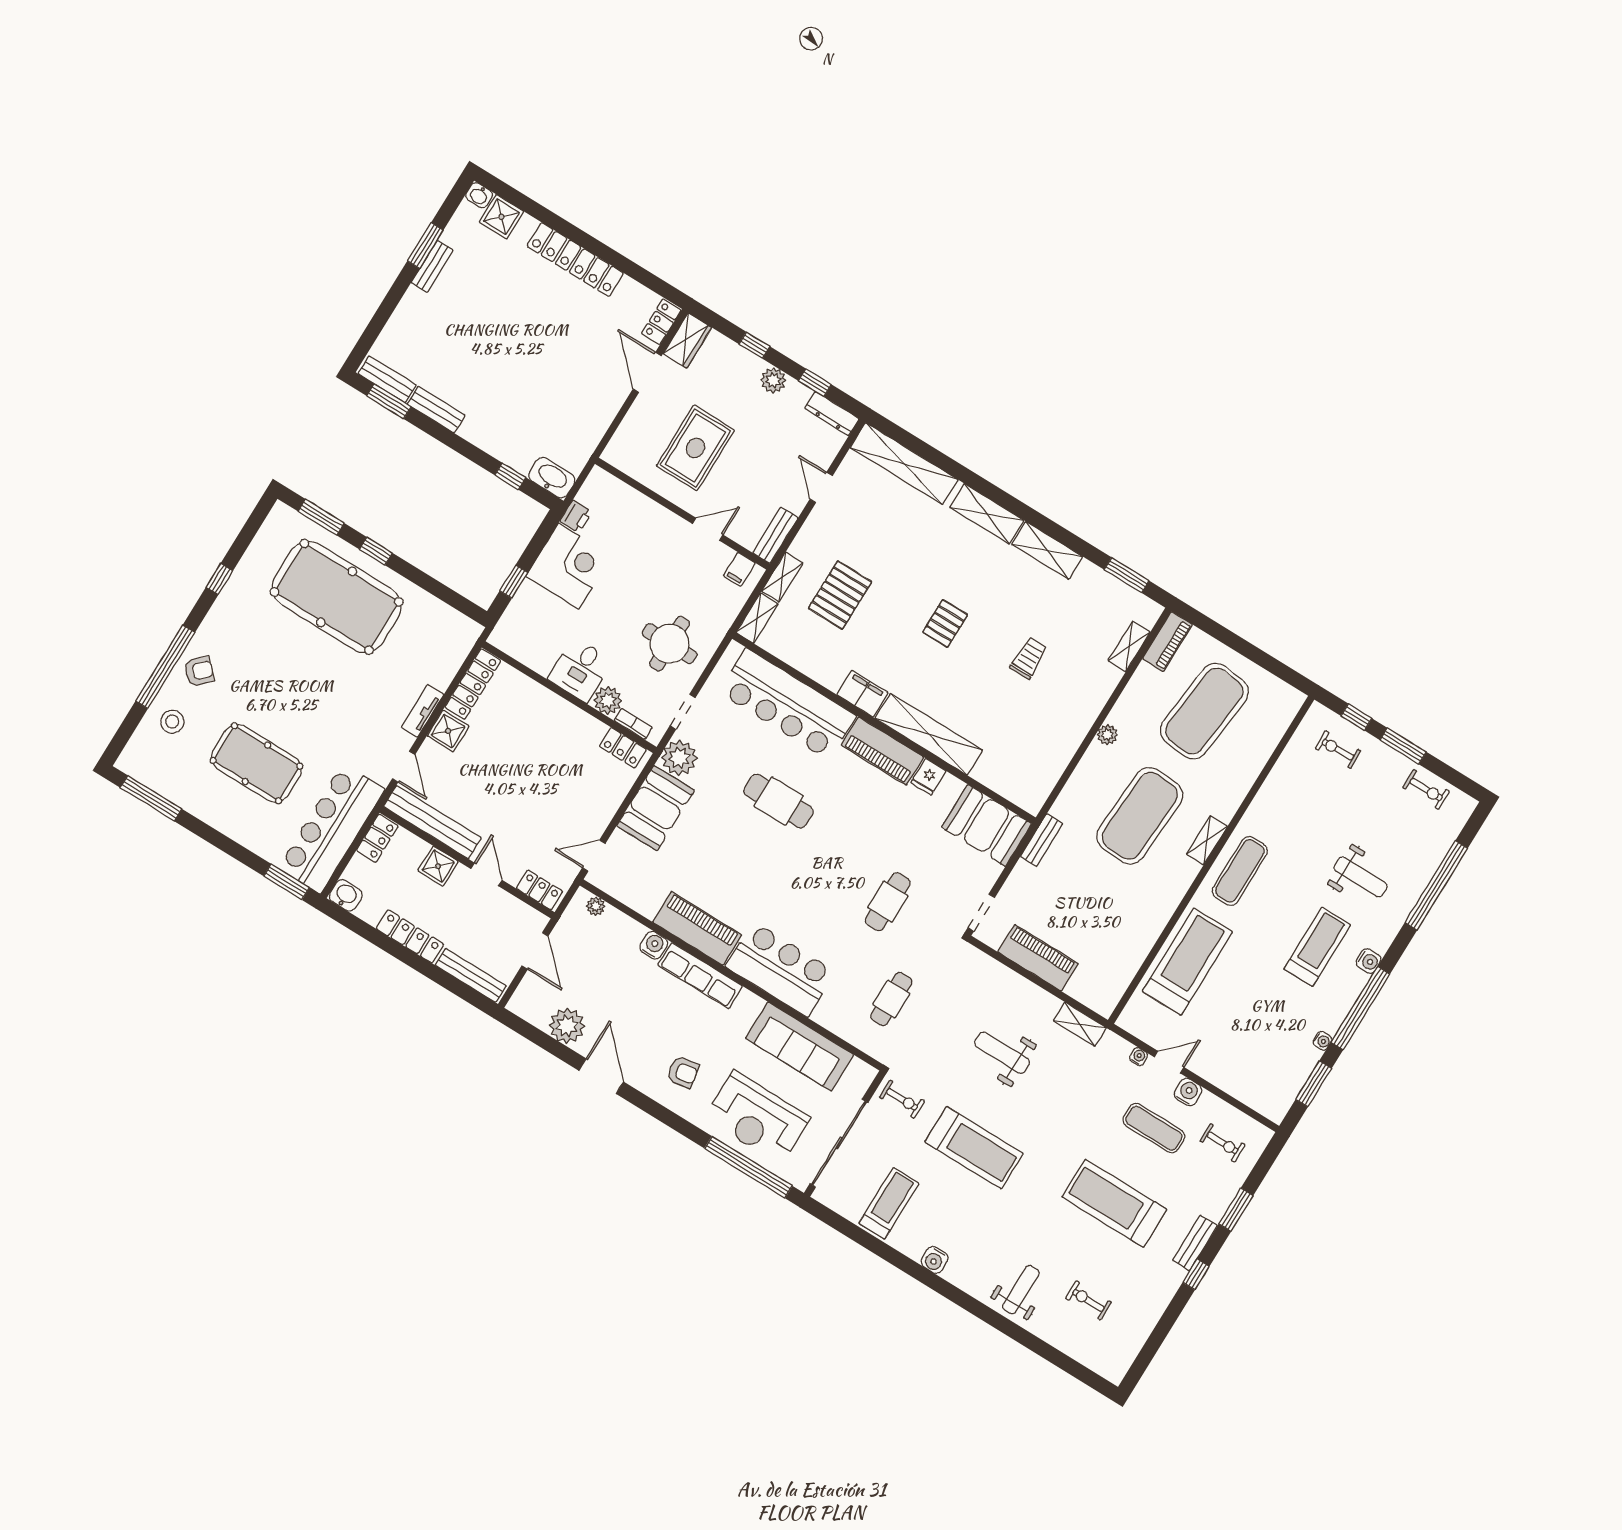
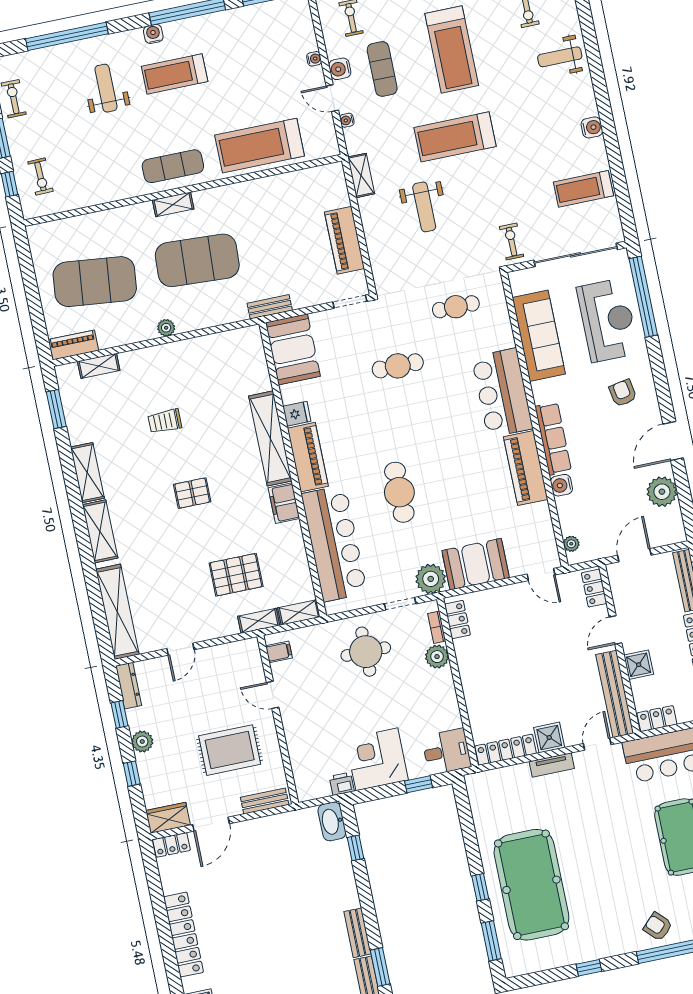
bench: (775, 535) -> (265, 801), moved
desk: (580, 670) -> (447, 752), moved
water cooler: (1322, 1041) -> (314, 59), moved, turned 90
treadmill: (974, 1148) -> (455, 137), moved, turned -90

